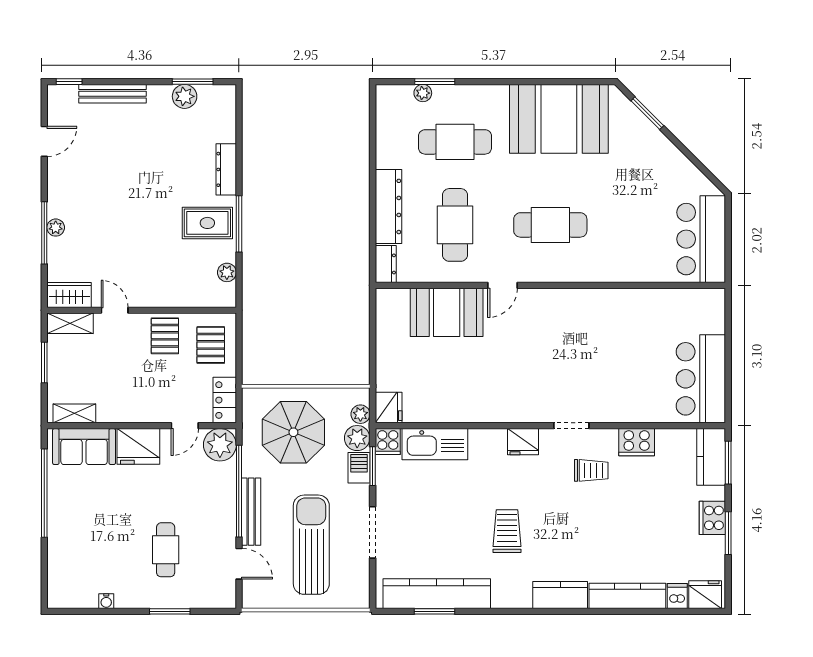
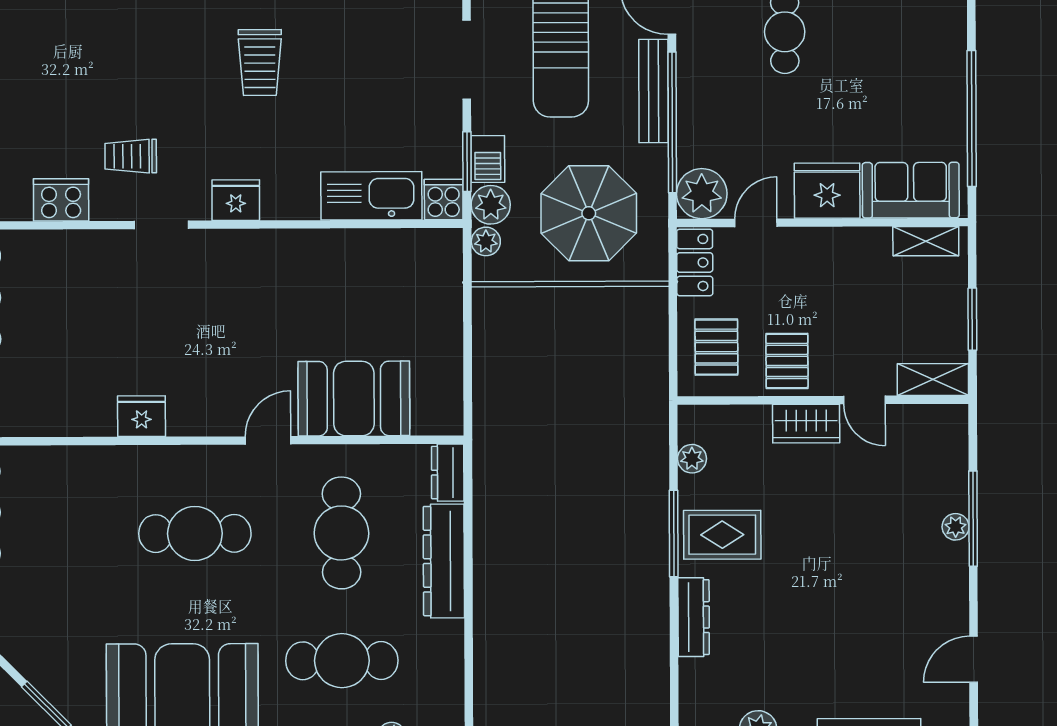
wardrobe: (69, 295) -> (806, 424), moved
fridge: (389, 408) -> (142, 416), moved, turned 90

